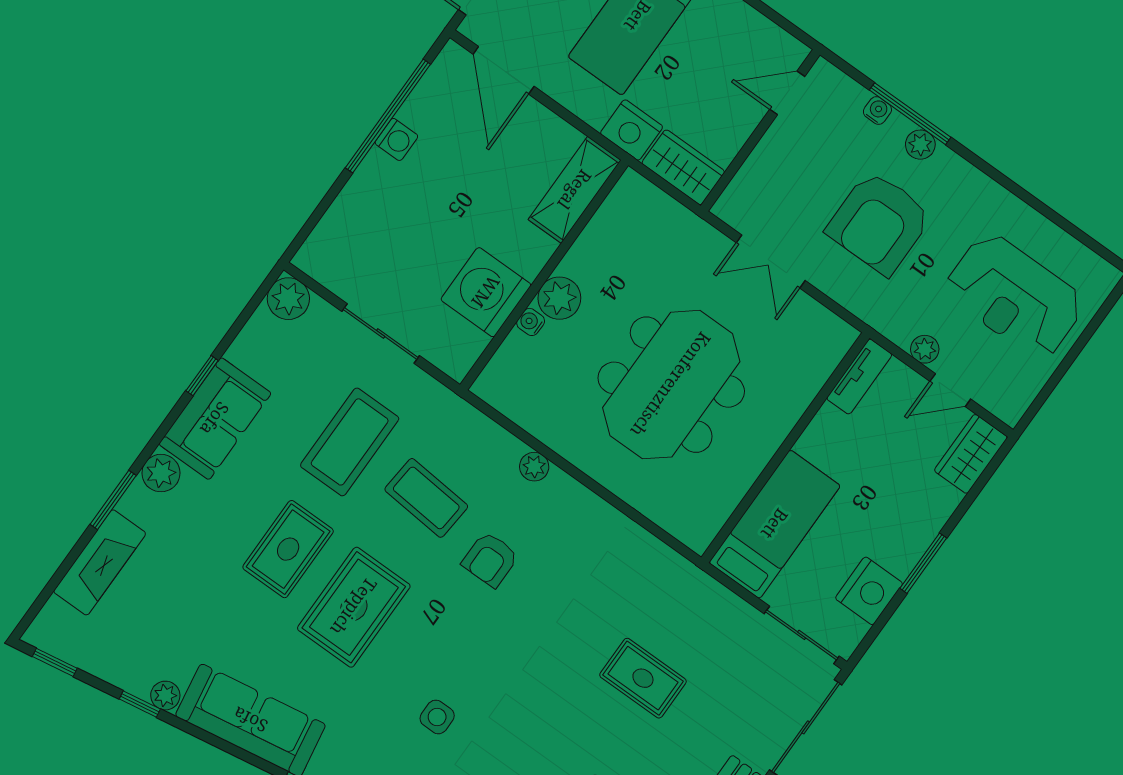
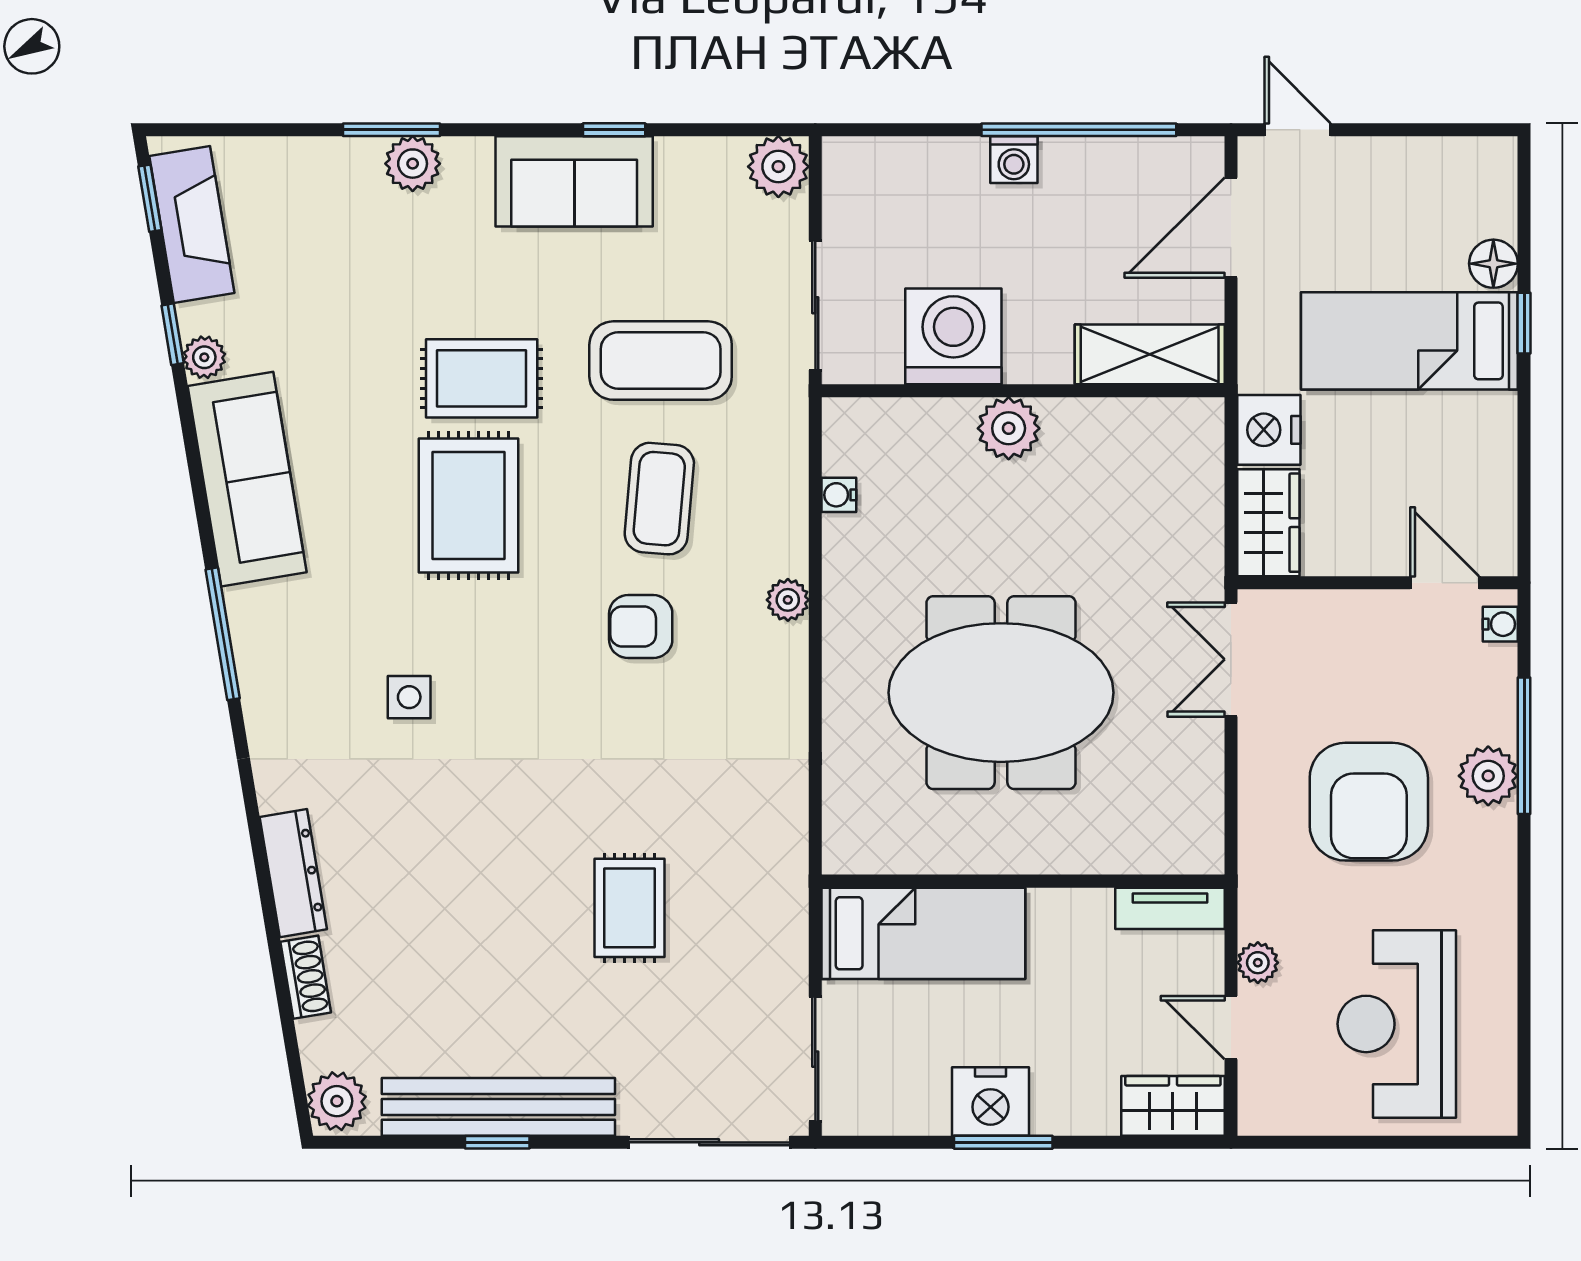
water cooler: (877, 111) -> (1500, 624), moved
washing machine: (396, 139) -> (1014, 160), moved
plant: (920, 145) -> (1488, 776), width x1.38, depth x1.38
shelving: (575, 190) -> (1150, 354), moved
armchair: (879, 223) -> (1369, 802), turned -90
double door: (771, 262) -> (1231, 659), moved
wall: (544, 275) -> (1023, 391), moved
washing machine: (486, 292) -> (953, 336), moved
plant: (559, 298) -> (1009, 428), moved
water cooler: (531, 322) -> (839, 495), moved, turned -90
plant: (161, 473) -> (413, 164), moved
fireplace: (100, 562) -> (192, 224), moved, turned -99
nightstand: (869, 591) -> (990, 1101), moved
rug: (354, 607) -> (469, 506), turned 90

